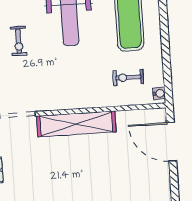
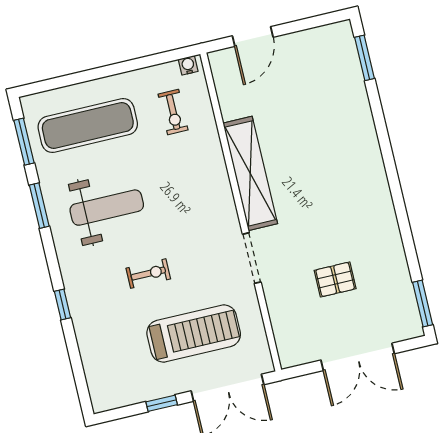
door: (172, 142) -> (253, 36), width x0.73

